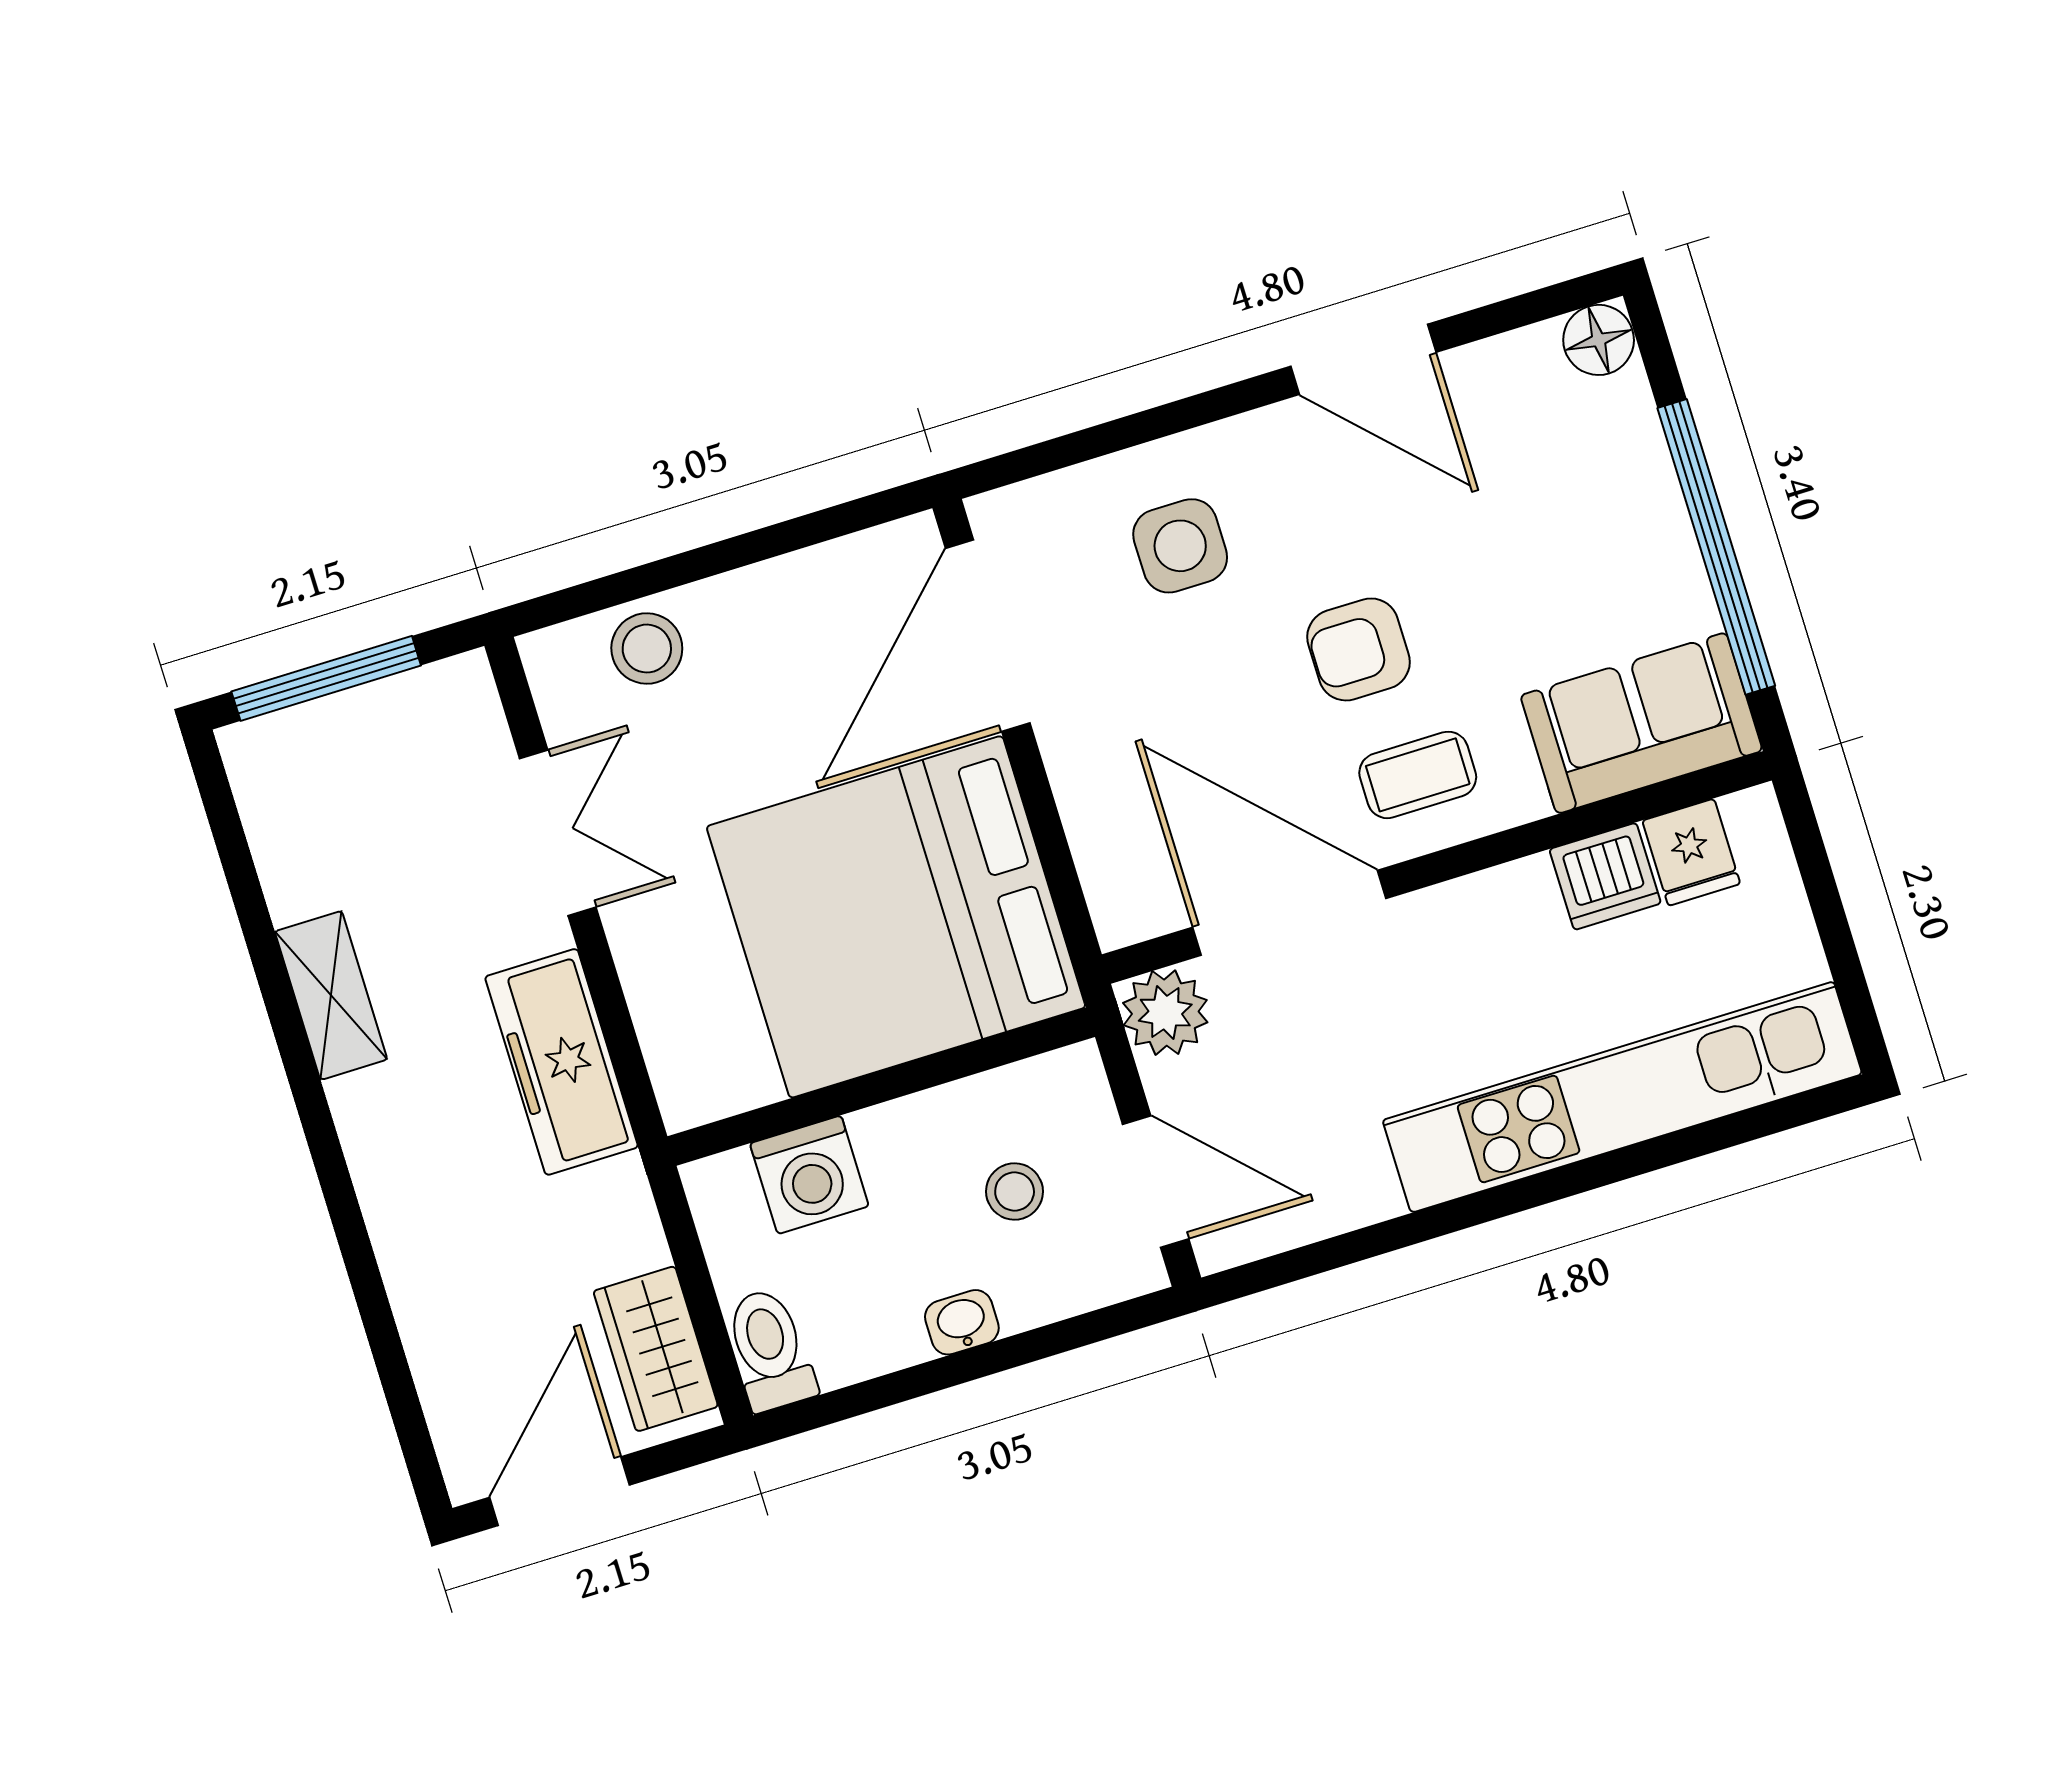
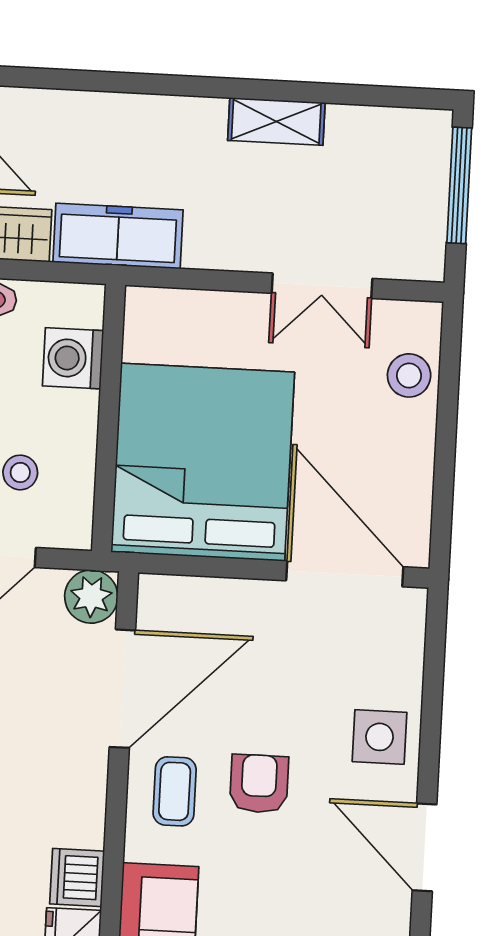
door: (1363, 359) -> (424, 847), hinge flipped
side table: (1180, 546) -> (380, 737), moved
freezer: (562, 1062) -> (118, 236), moved

